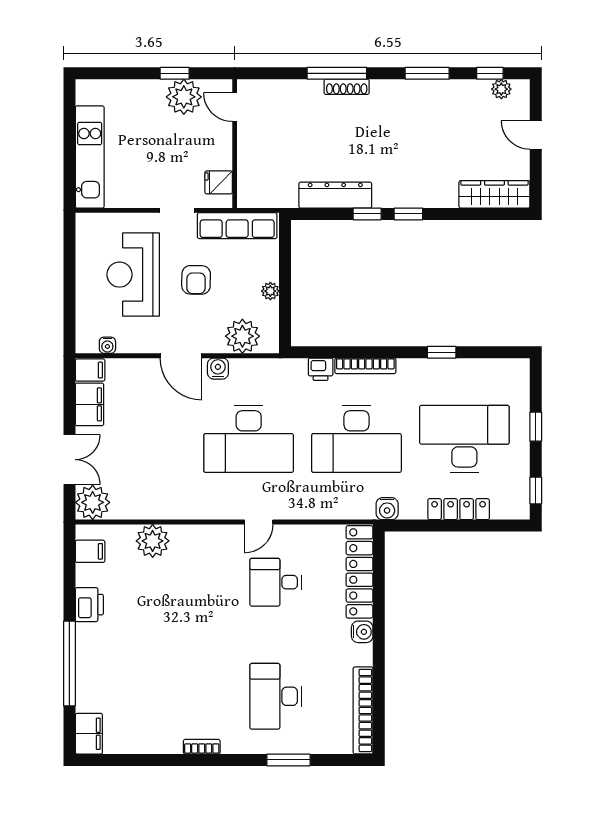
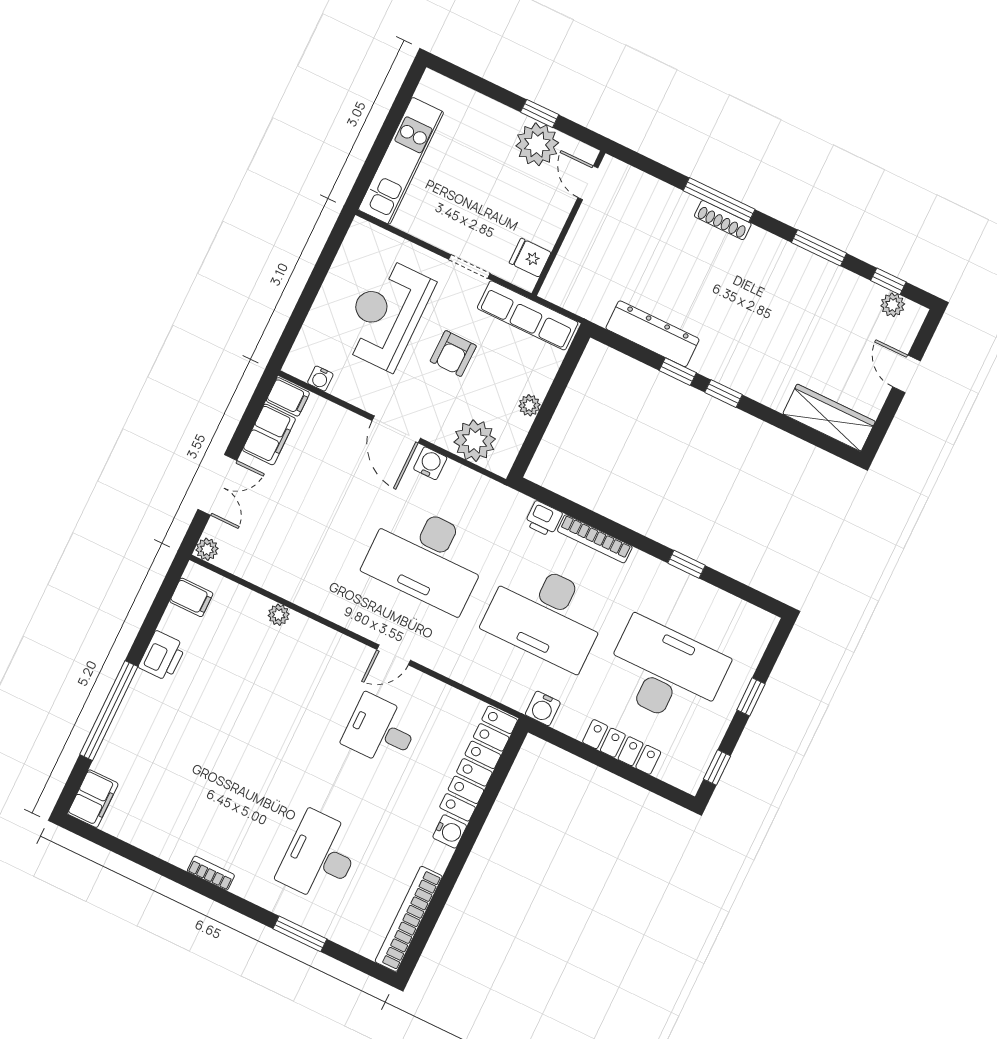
plant: (93, 502) -> (207, 549), width x0.53, depth x0.53
plant: (153, 541) -> (279, 615), width x0.53, depth x0.53

